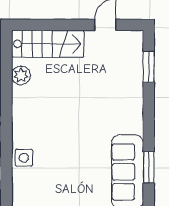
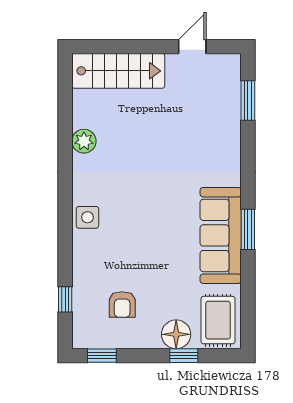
plant: (21, 75) -> (84, 141), moved

